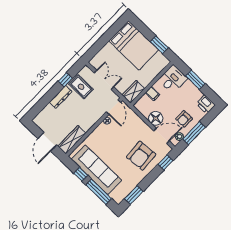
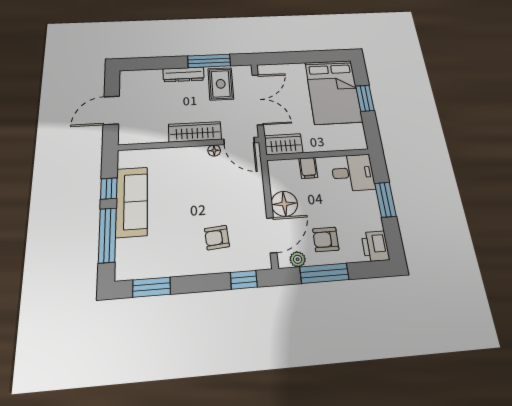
window: (159, 45) -> (365, 98), moved
window: (65, 80) -> (209, 61), width x2.17
double door: (104, 80) -> (258, 99), width x1.37
door: (114, 107) -> (239, 141), hinge flipped
door: (162, 136) -> (272, 235), hinge flipped
wardrobe: (72, 140) -> (195, 132), moved
armchair: (141, 156) -> (217, 238), width x0.53, depth x0.53
sofa: (96, 170) -> (132, 202), width x0.74, depth x0.79

